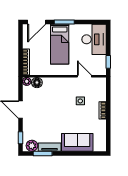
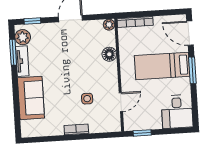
desk: (94, 39) -> (177, 112), width x0.73
floor lamp: (37, 83) -> (109, 54), moved

